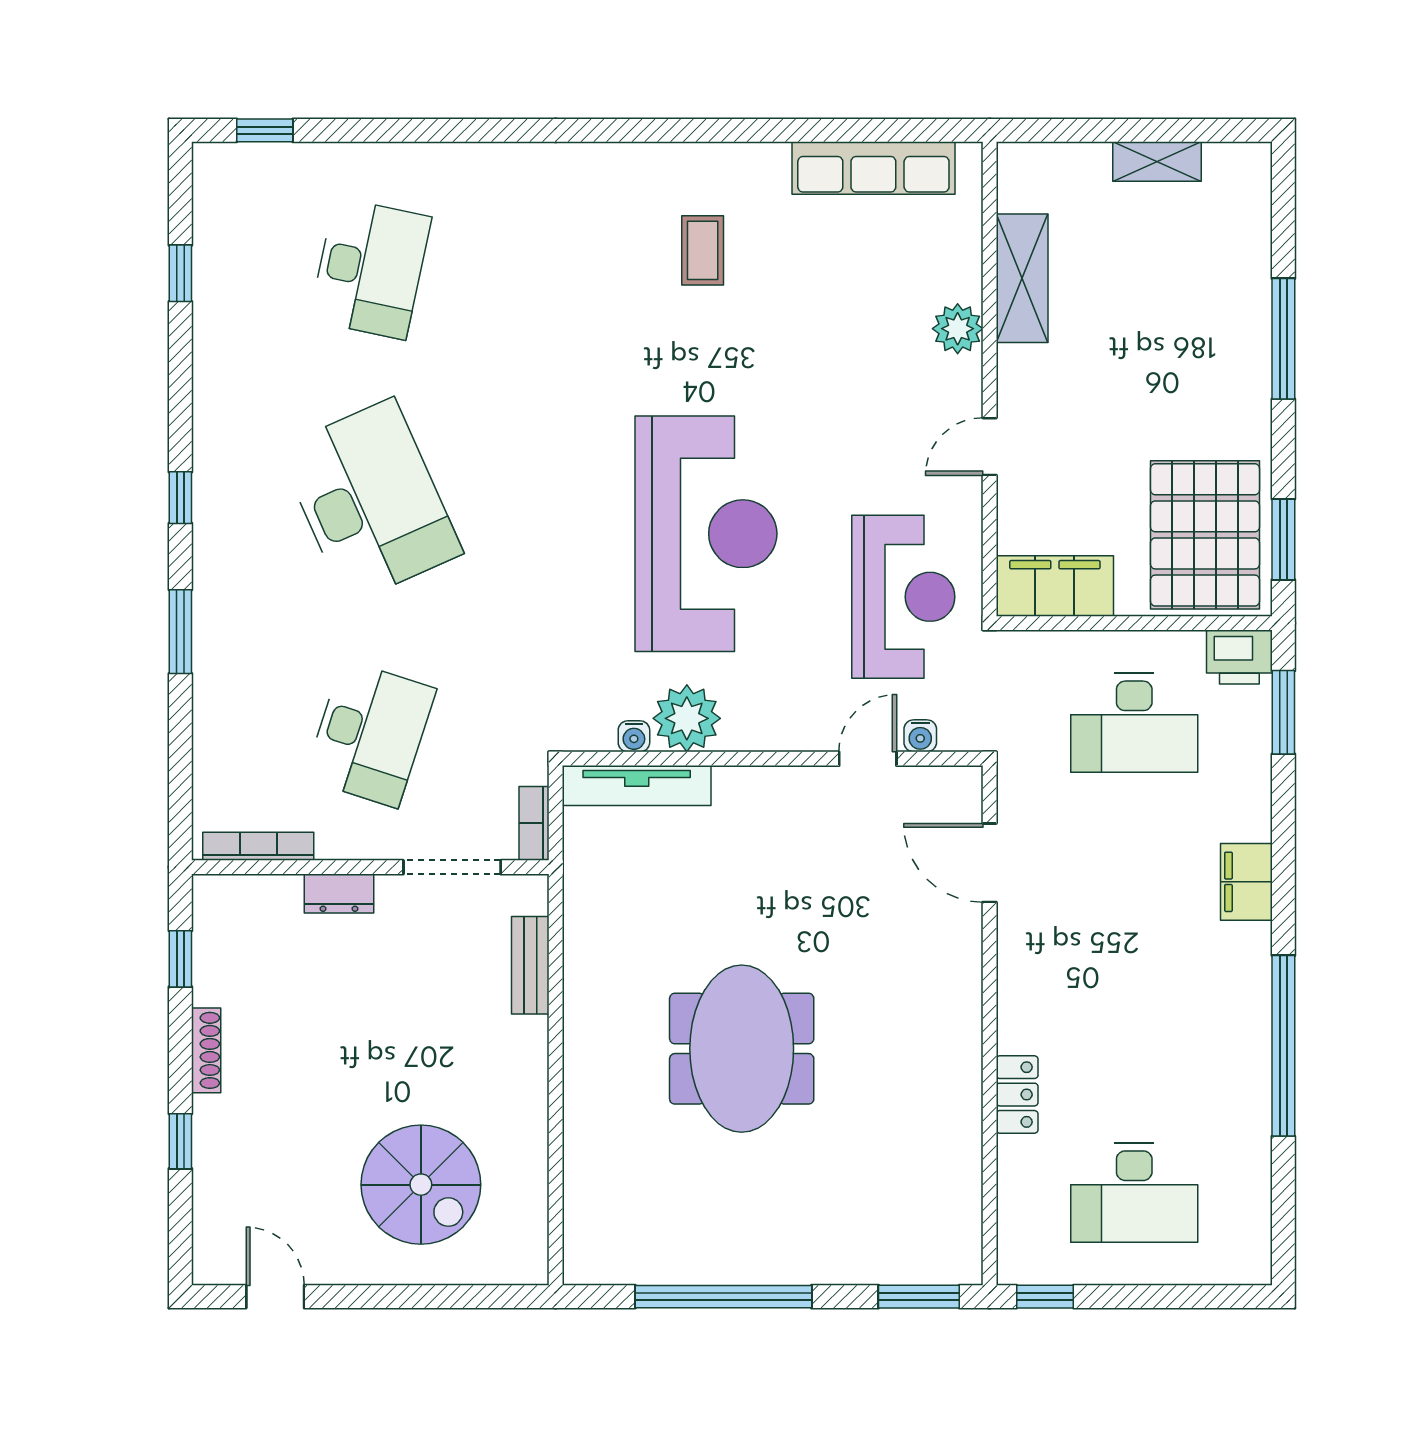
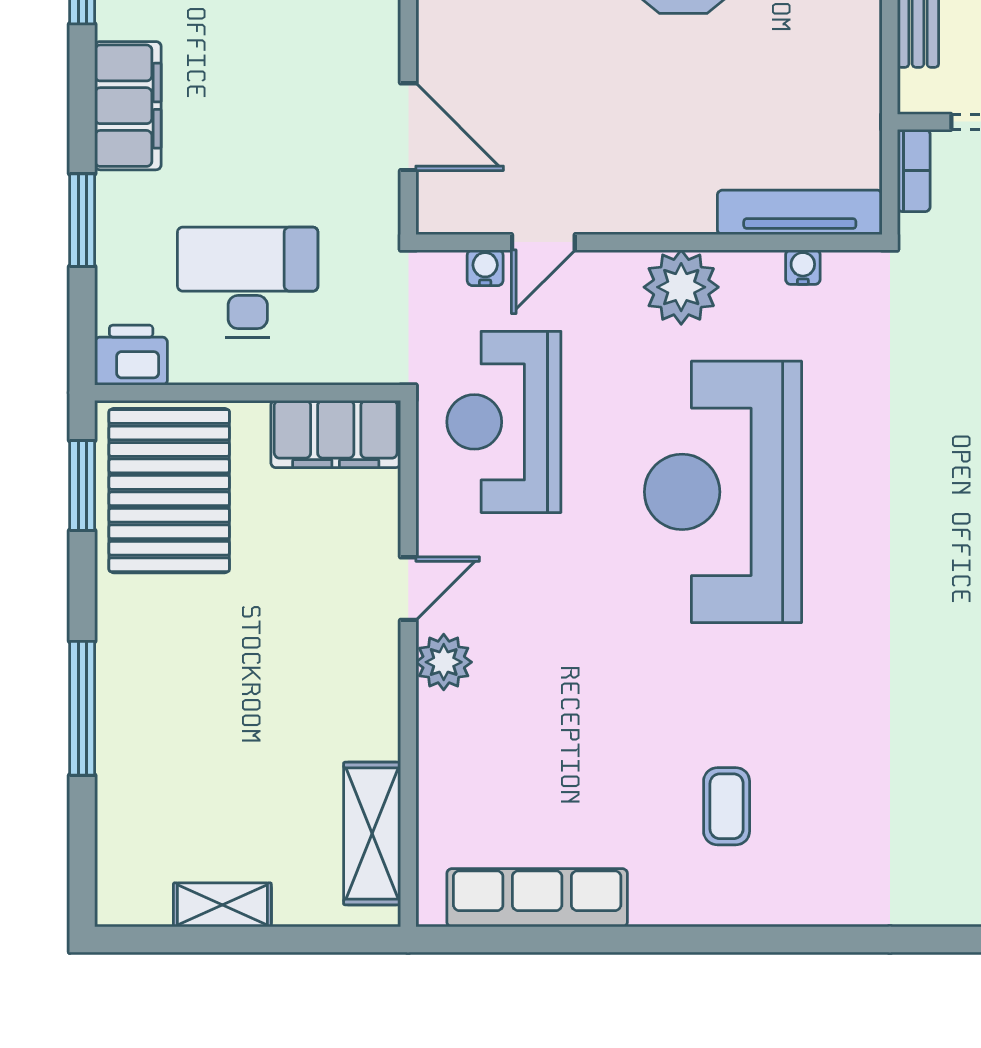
shelving: (1022, 278) -> (372, 834), moved
plant: (958, 329) -> (444, 662), moved
window: (1283, 712) -> (82, 220), moved
plant: (687, 718) -> (681, 287), moved
filing cabinet: (1246, 882) -> (128, 106), width x1.50, depth x1.17

